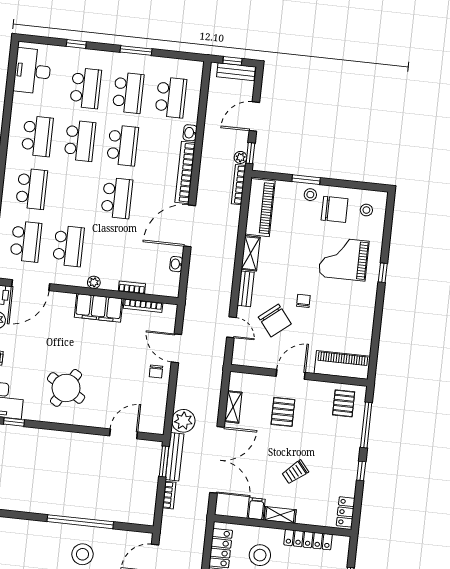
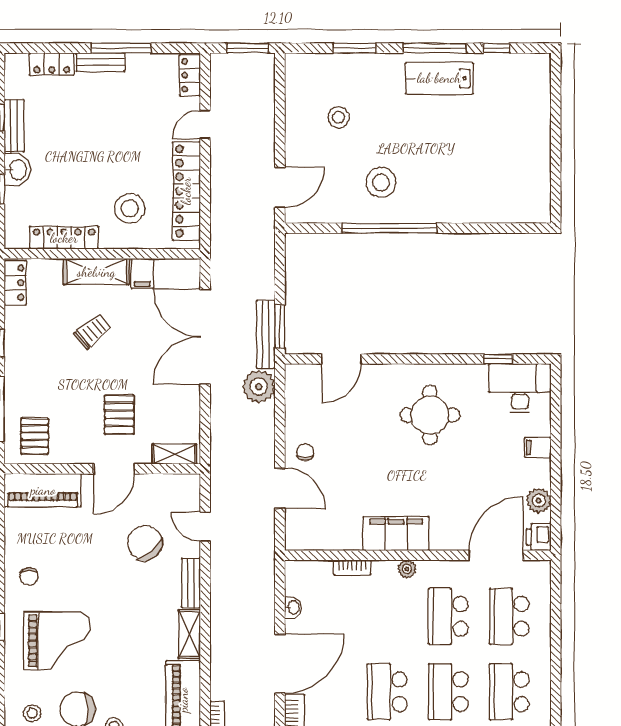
school desk: (74, 193) -> (448, 692), added
chair: (303, 301) -> (29, 576), moved
bookcase: (143, 306) -> (334, 544), removed
round table: (66, 388) -> (430, 415), turned -31
shelving: (233, 407) -> (174, 454), moved, turned 90
bookcase: (169, 495) -> (268, 279), removed
shelving: (280, 515) -> (96, 272), width x1.50, depth x1.33

